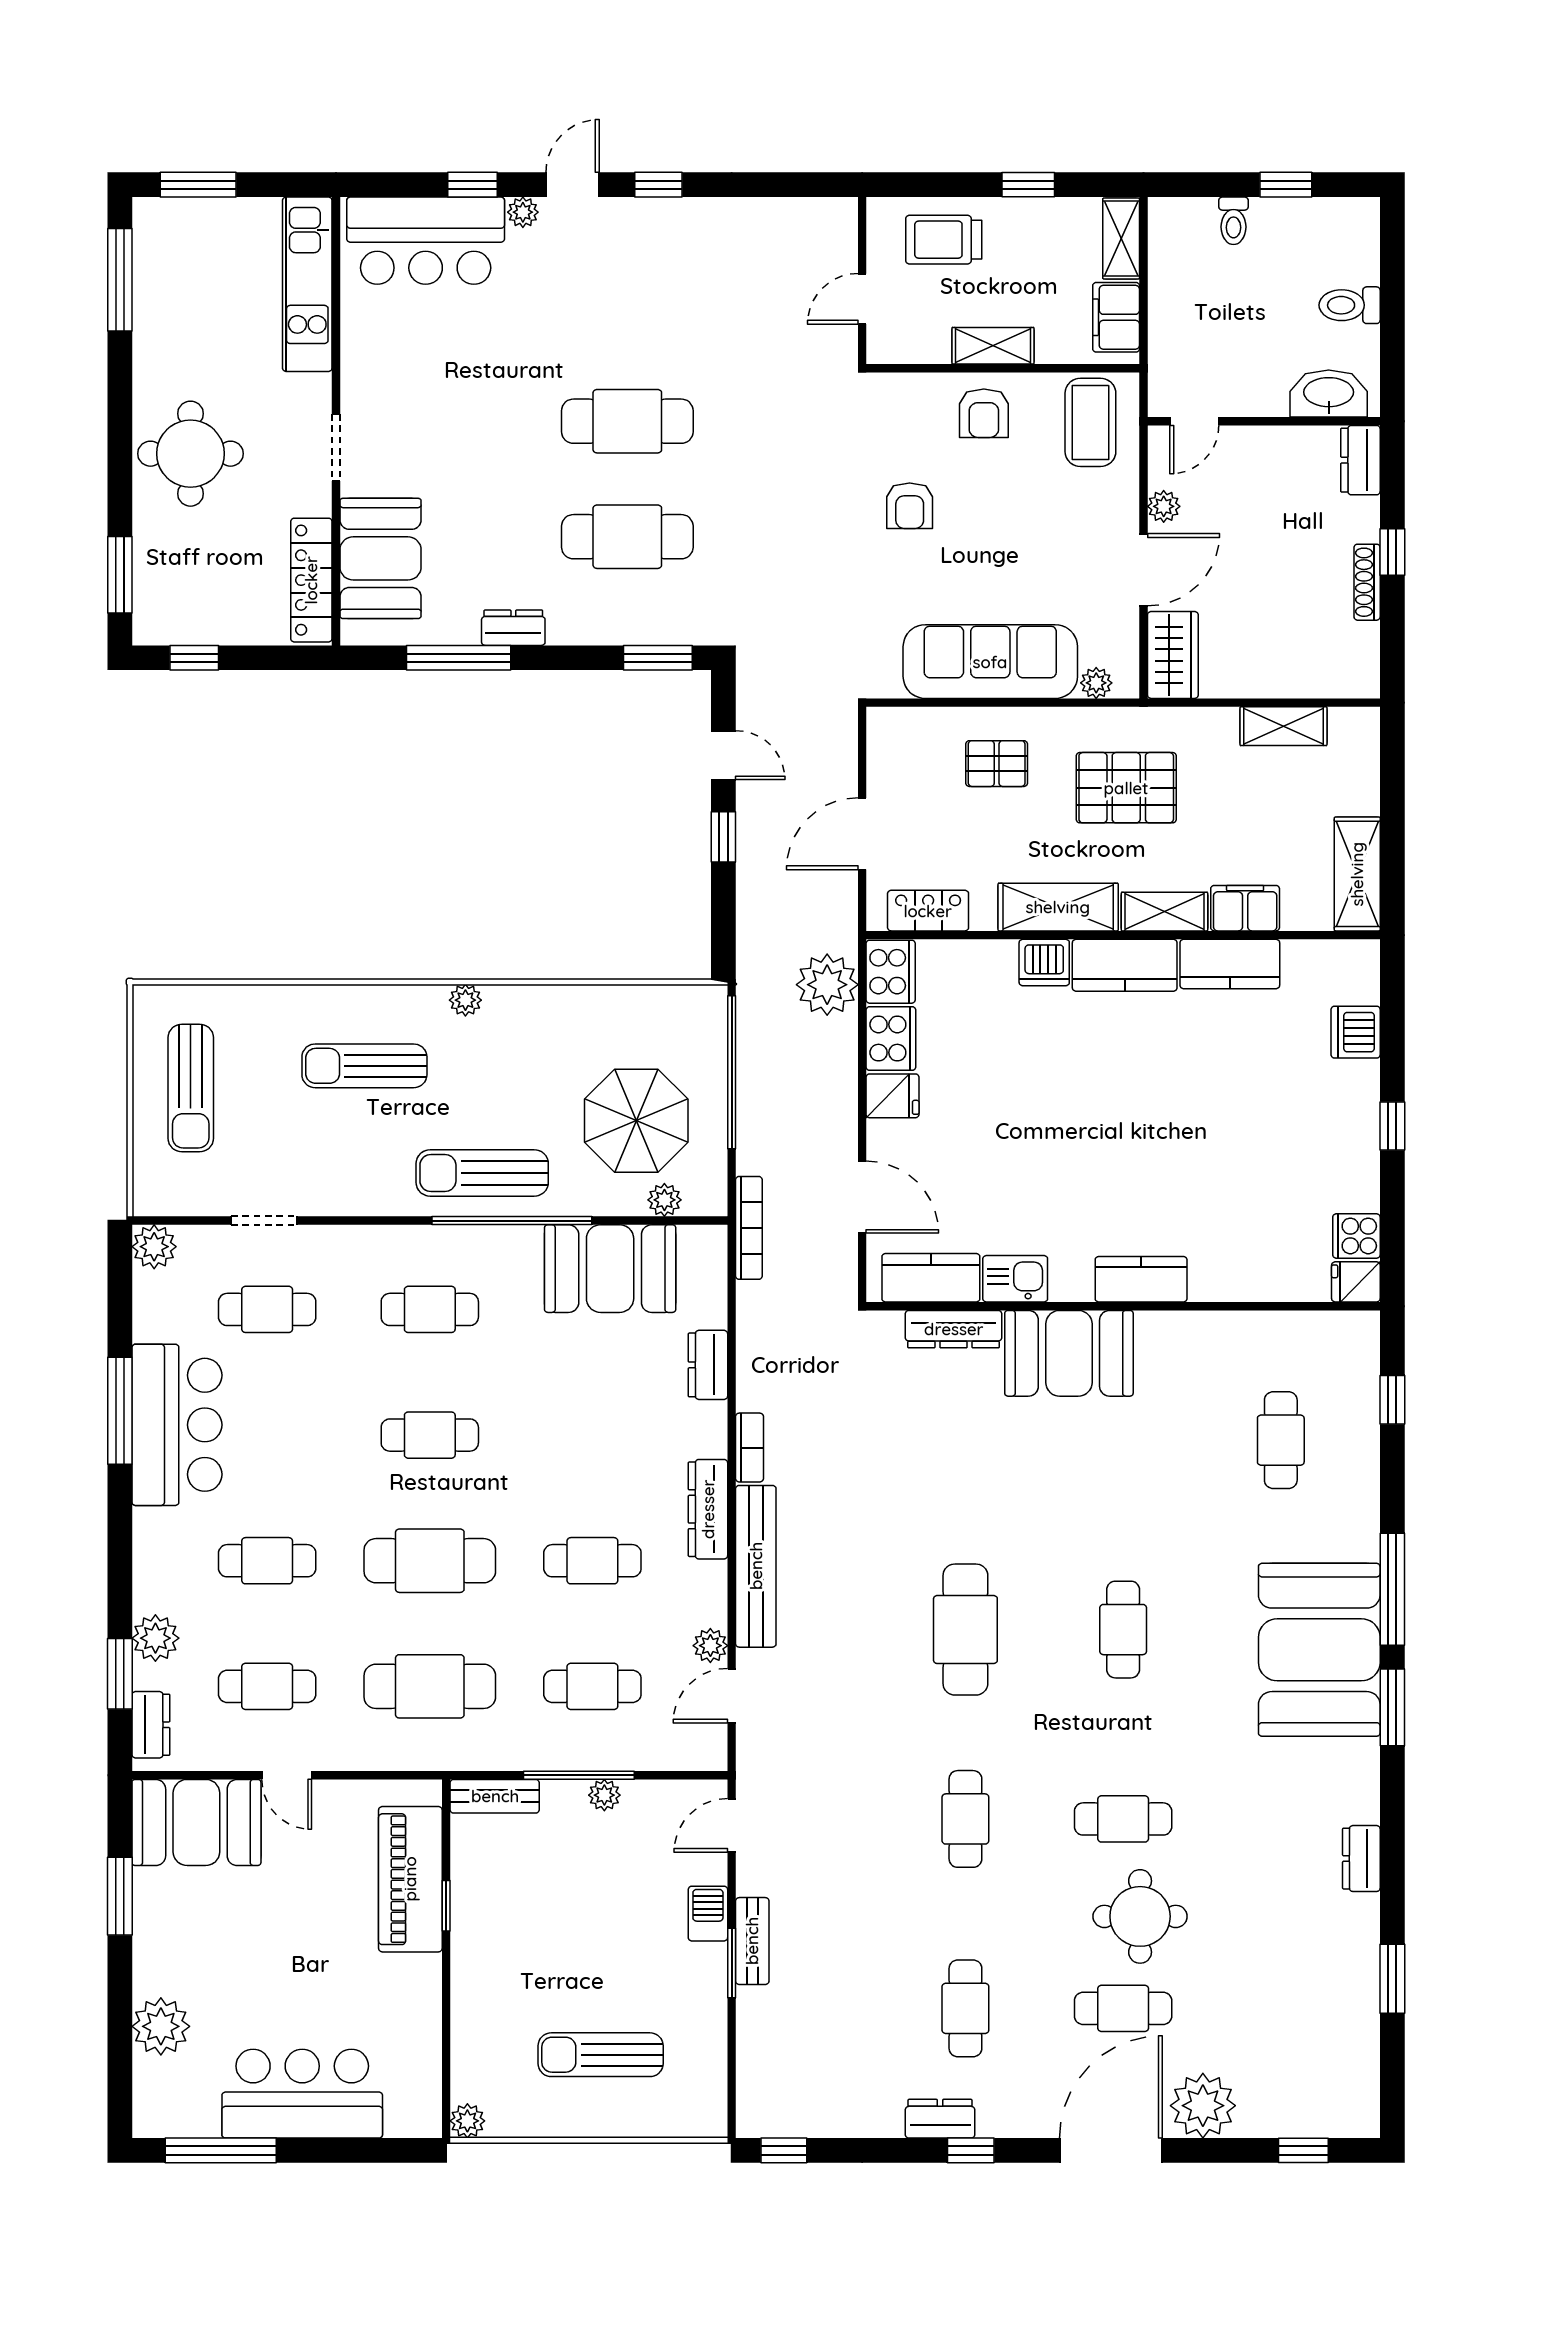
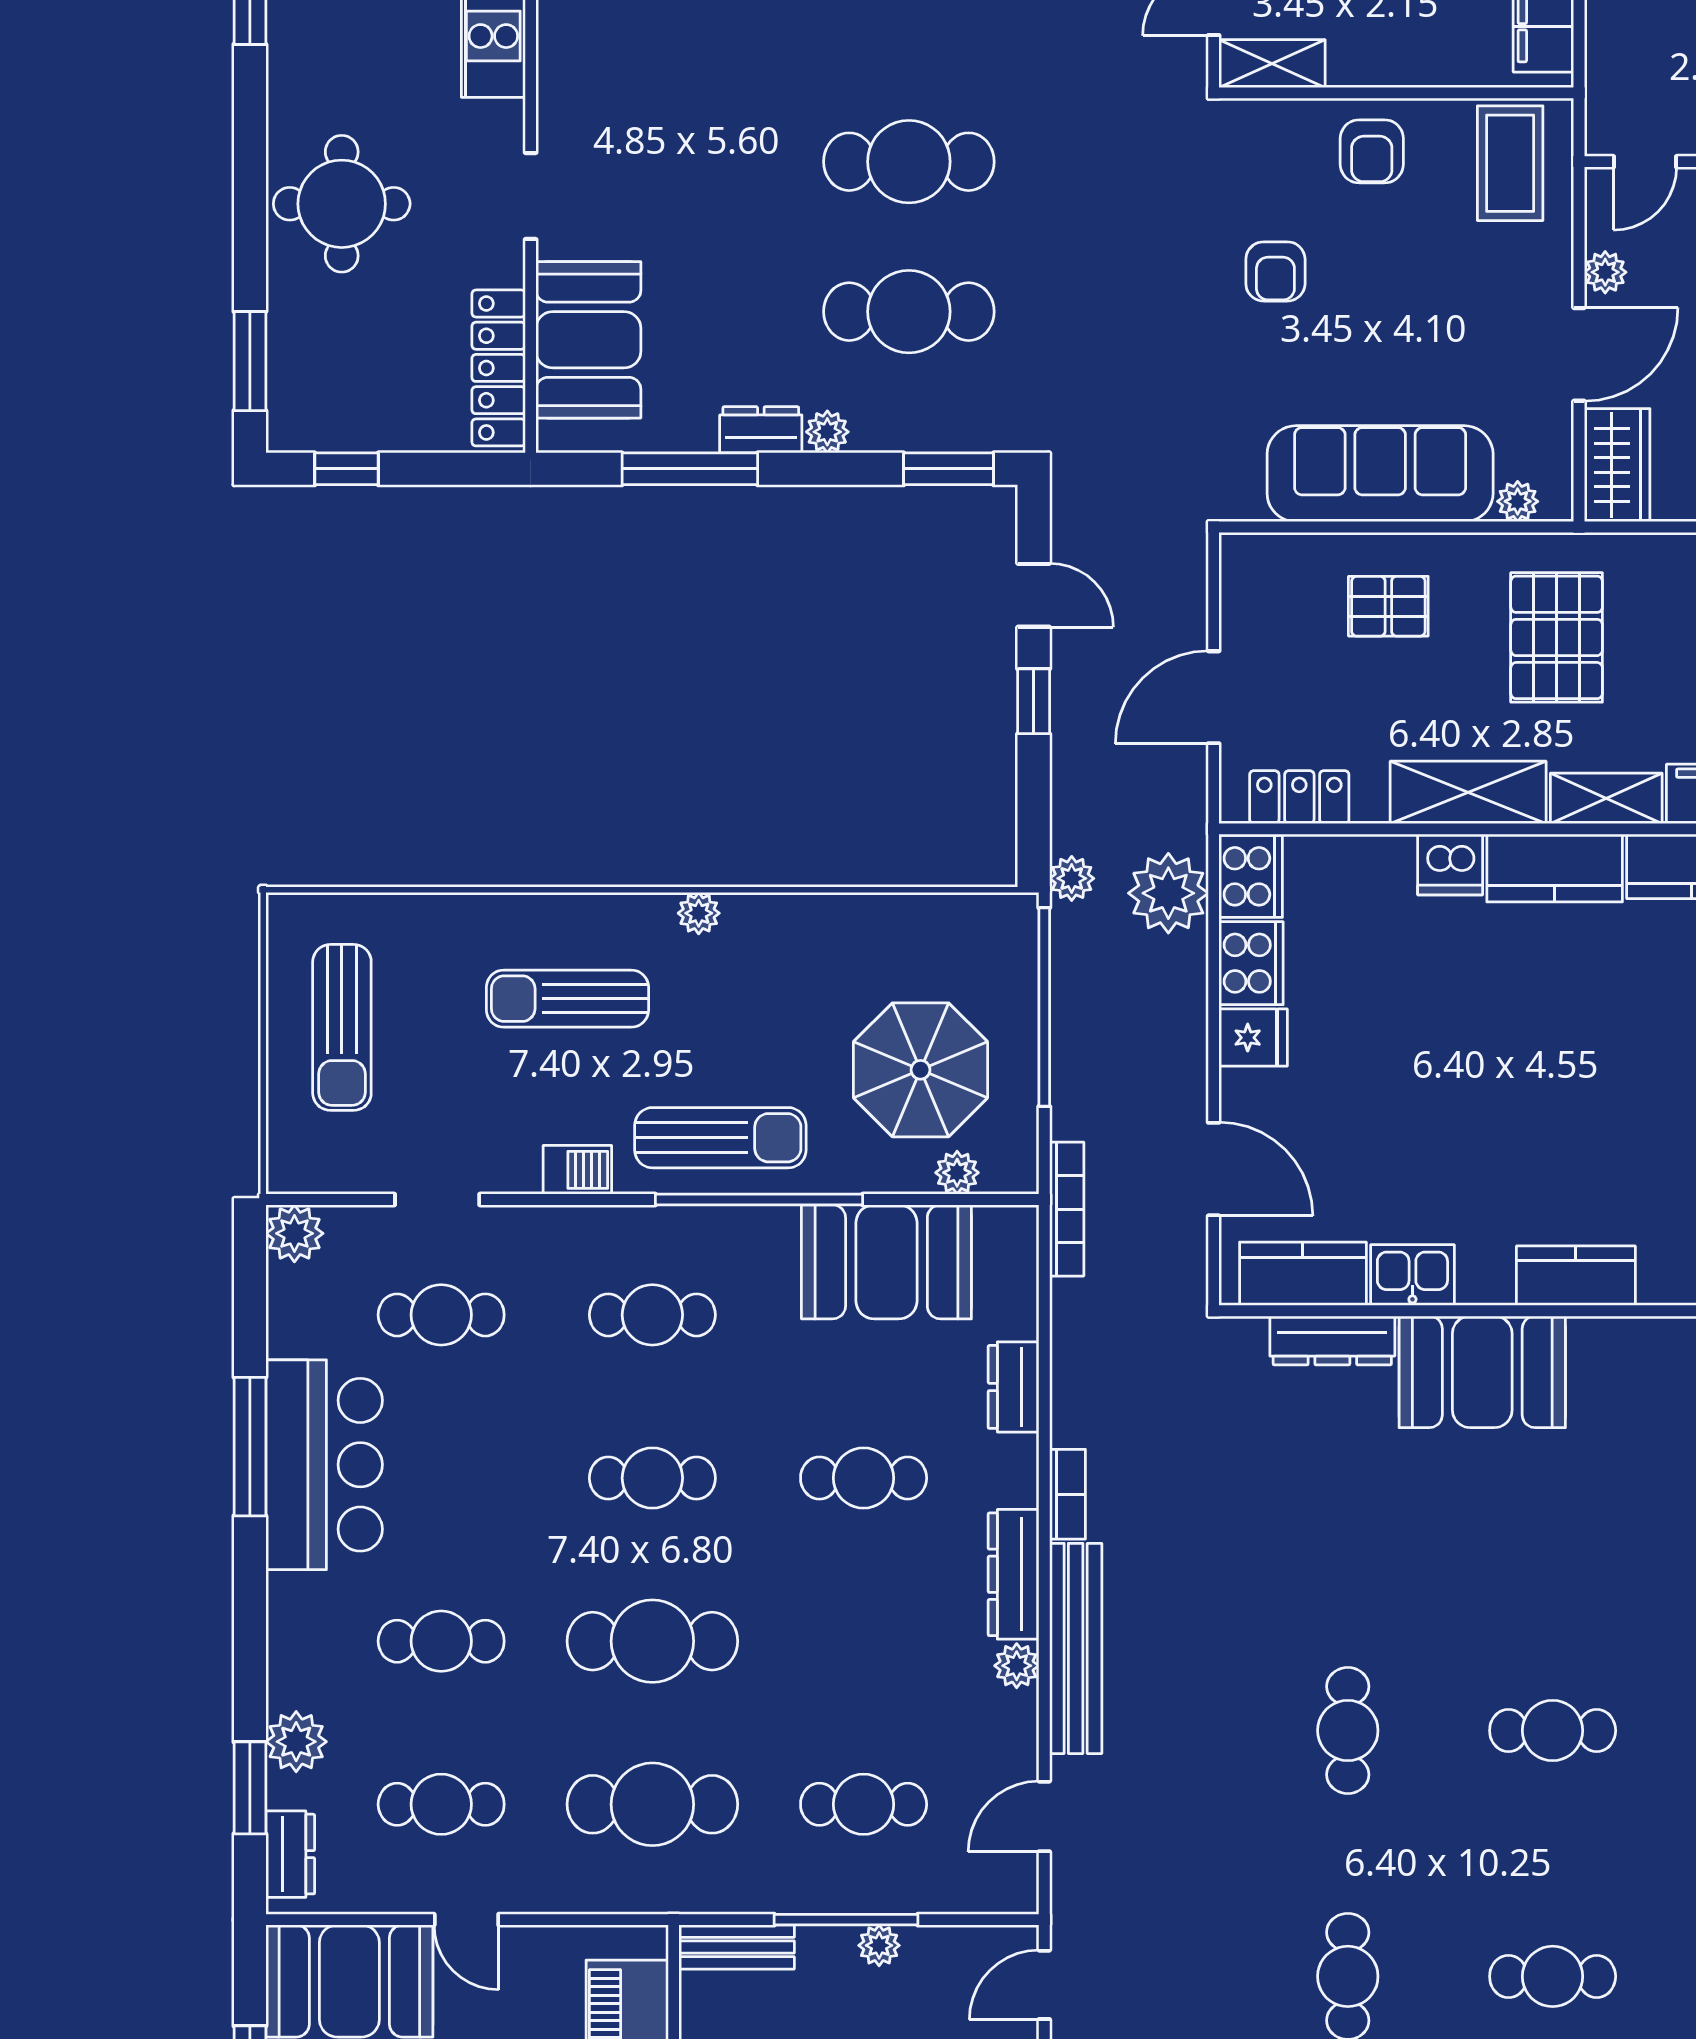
shelving: (993, 346) -> (1272, 64), moved
plant: (565, 629) -> (827, 432), added
pallet: (1126, 788) -> (1557, 637), turned 90
plant: (753, 973) -> (1072, 878), added
sun lounger: (482, 1173) -> (720, 1138), turned 180
barbecue: (372, 1198) -> (577, 1170), added
cafe table: (592, 1561) -> (864, 1478), moved
cafe table: (965, 1630) -> (1348, 1731), width x0.73, depth x0.74
cafe table: (1123, 1630) -> (1553, 1731), turned 90
plant: (710, 1646) -> (1017, 1666), moved

